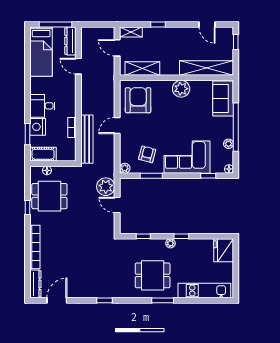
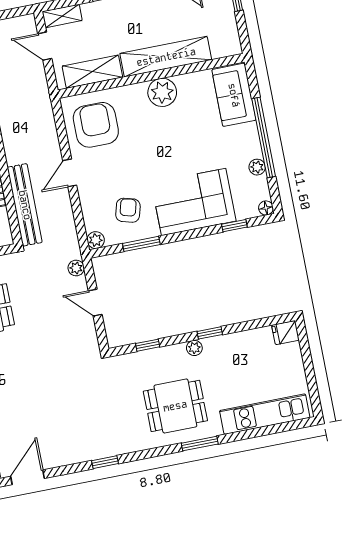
shelving: (207, 68) -> (166, 57), moved
plant: (106, 187) -> (76, 268), width x0.53, depth x0.53
fridge: (224, 250) -> (285, 333), width x0.53, depth x0.75

